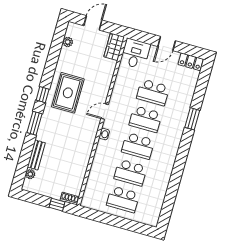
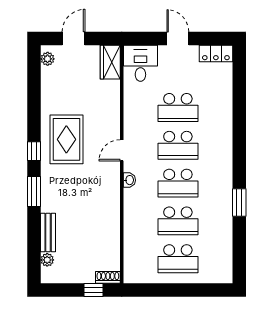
plant: (68, 42) -> (48, 59), moved
door: (167, 44) -> (178, 38), swing flipped
window: (192, 119) -> (239, 202), moved

